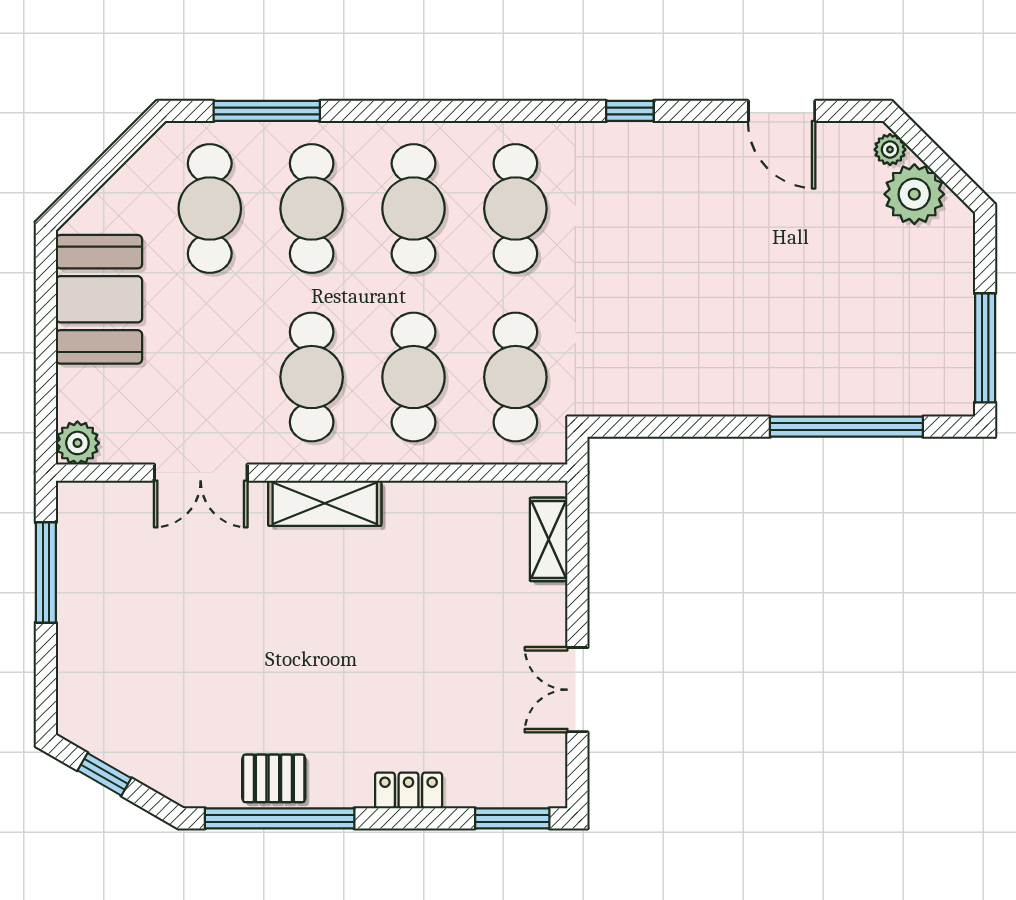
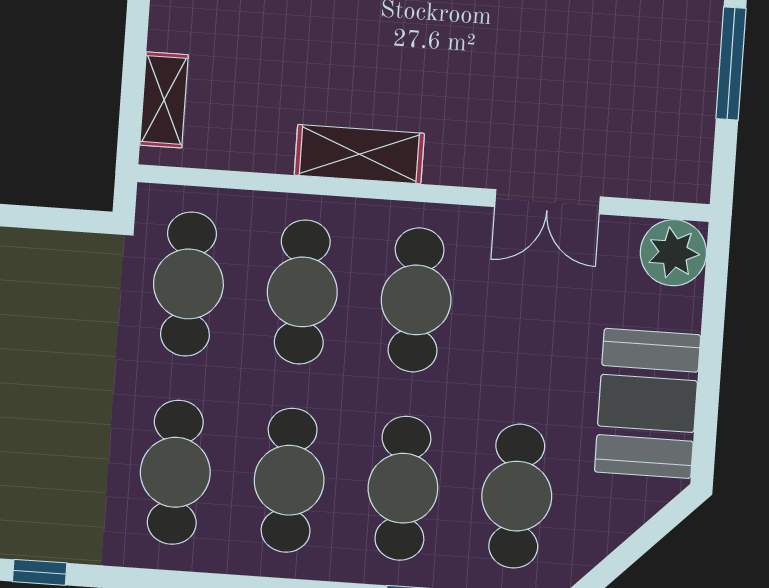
plant: (77, 443) -> (673, 253), width x1.36, depth x1.36
double door: (201, 473) -> (547, 202), swing flipped
shelving: (325, 503) -> (359, 154), moved
window: (46, 573) -> (731, 63), moved

